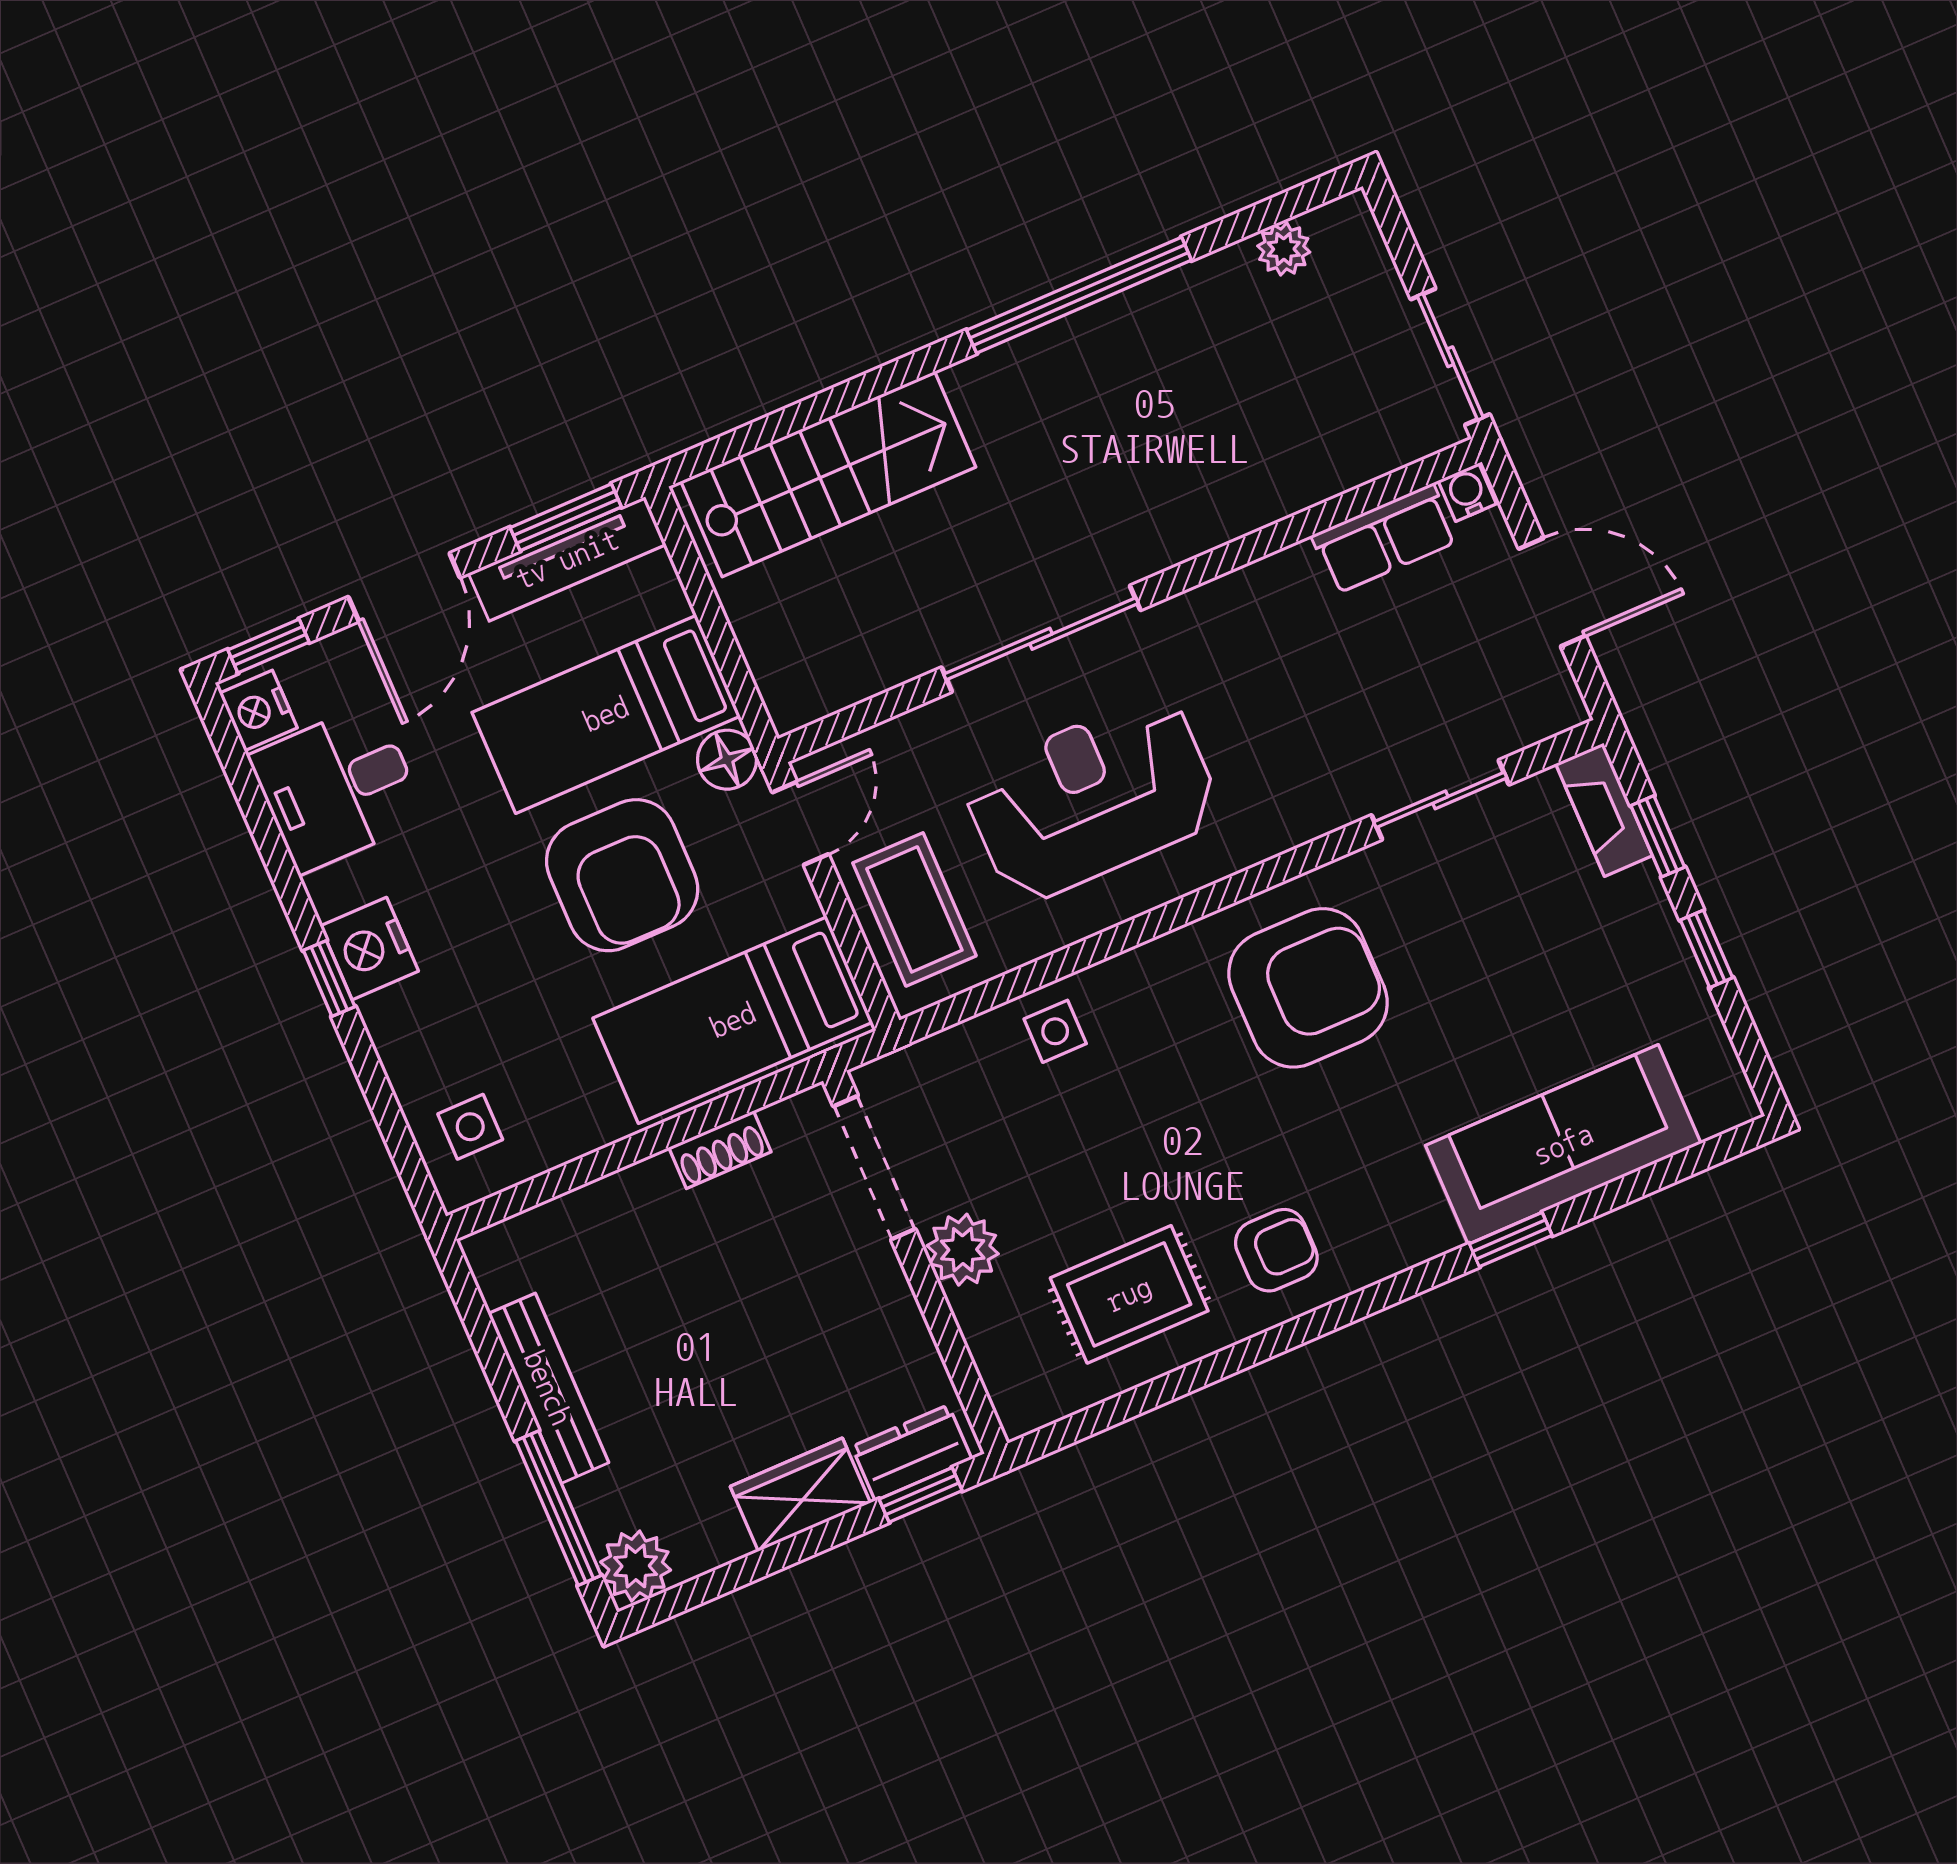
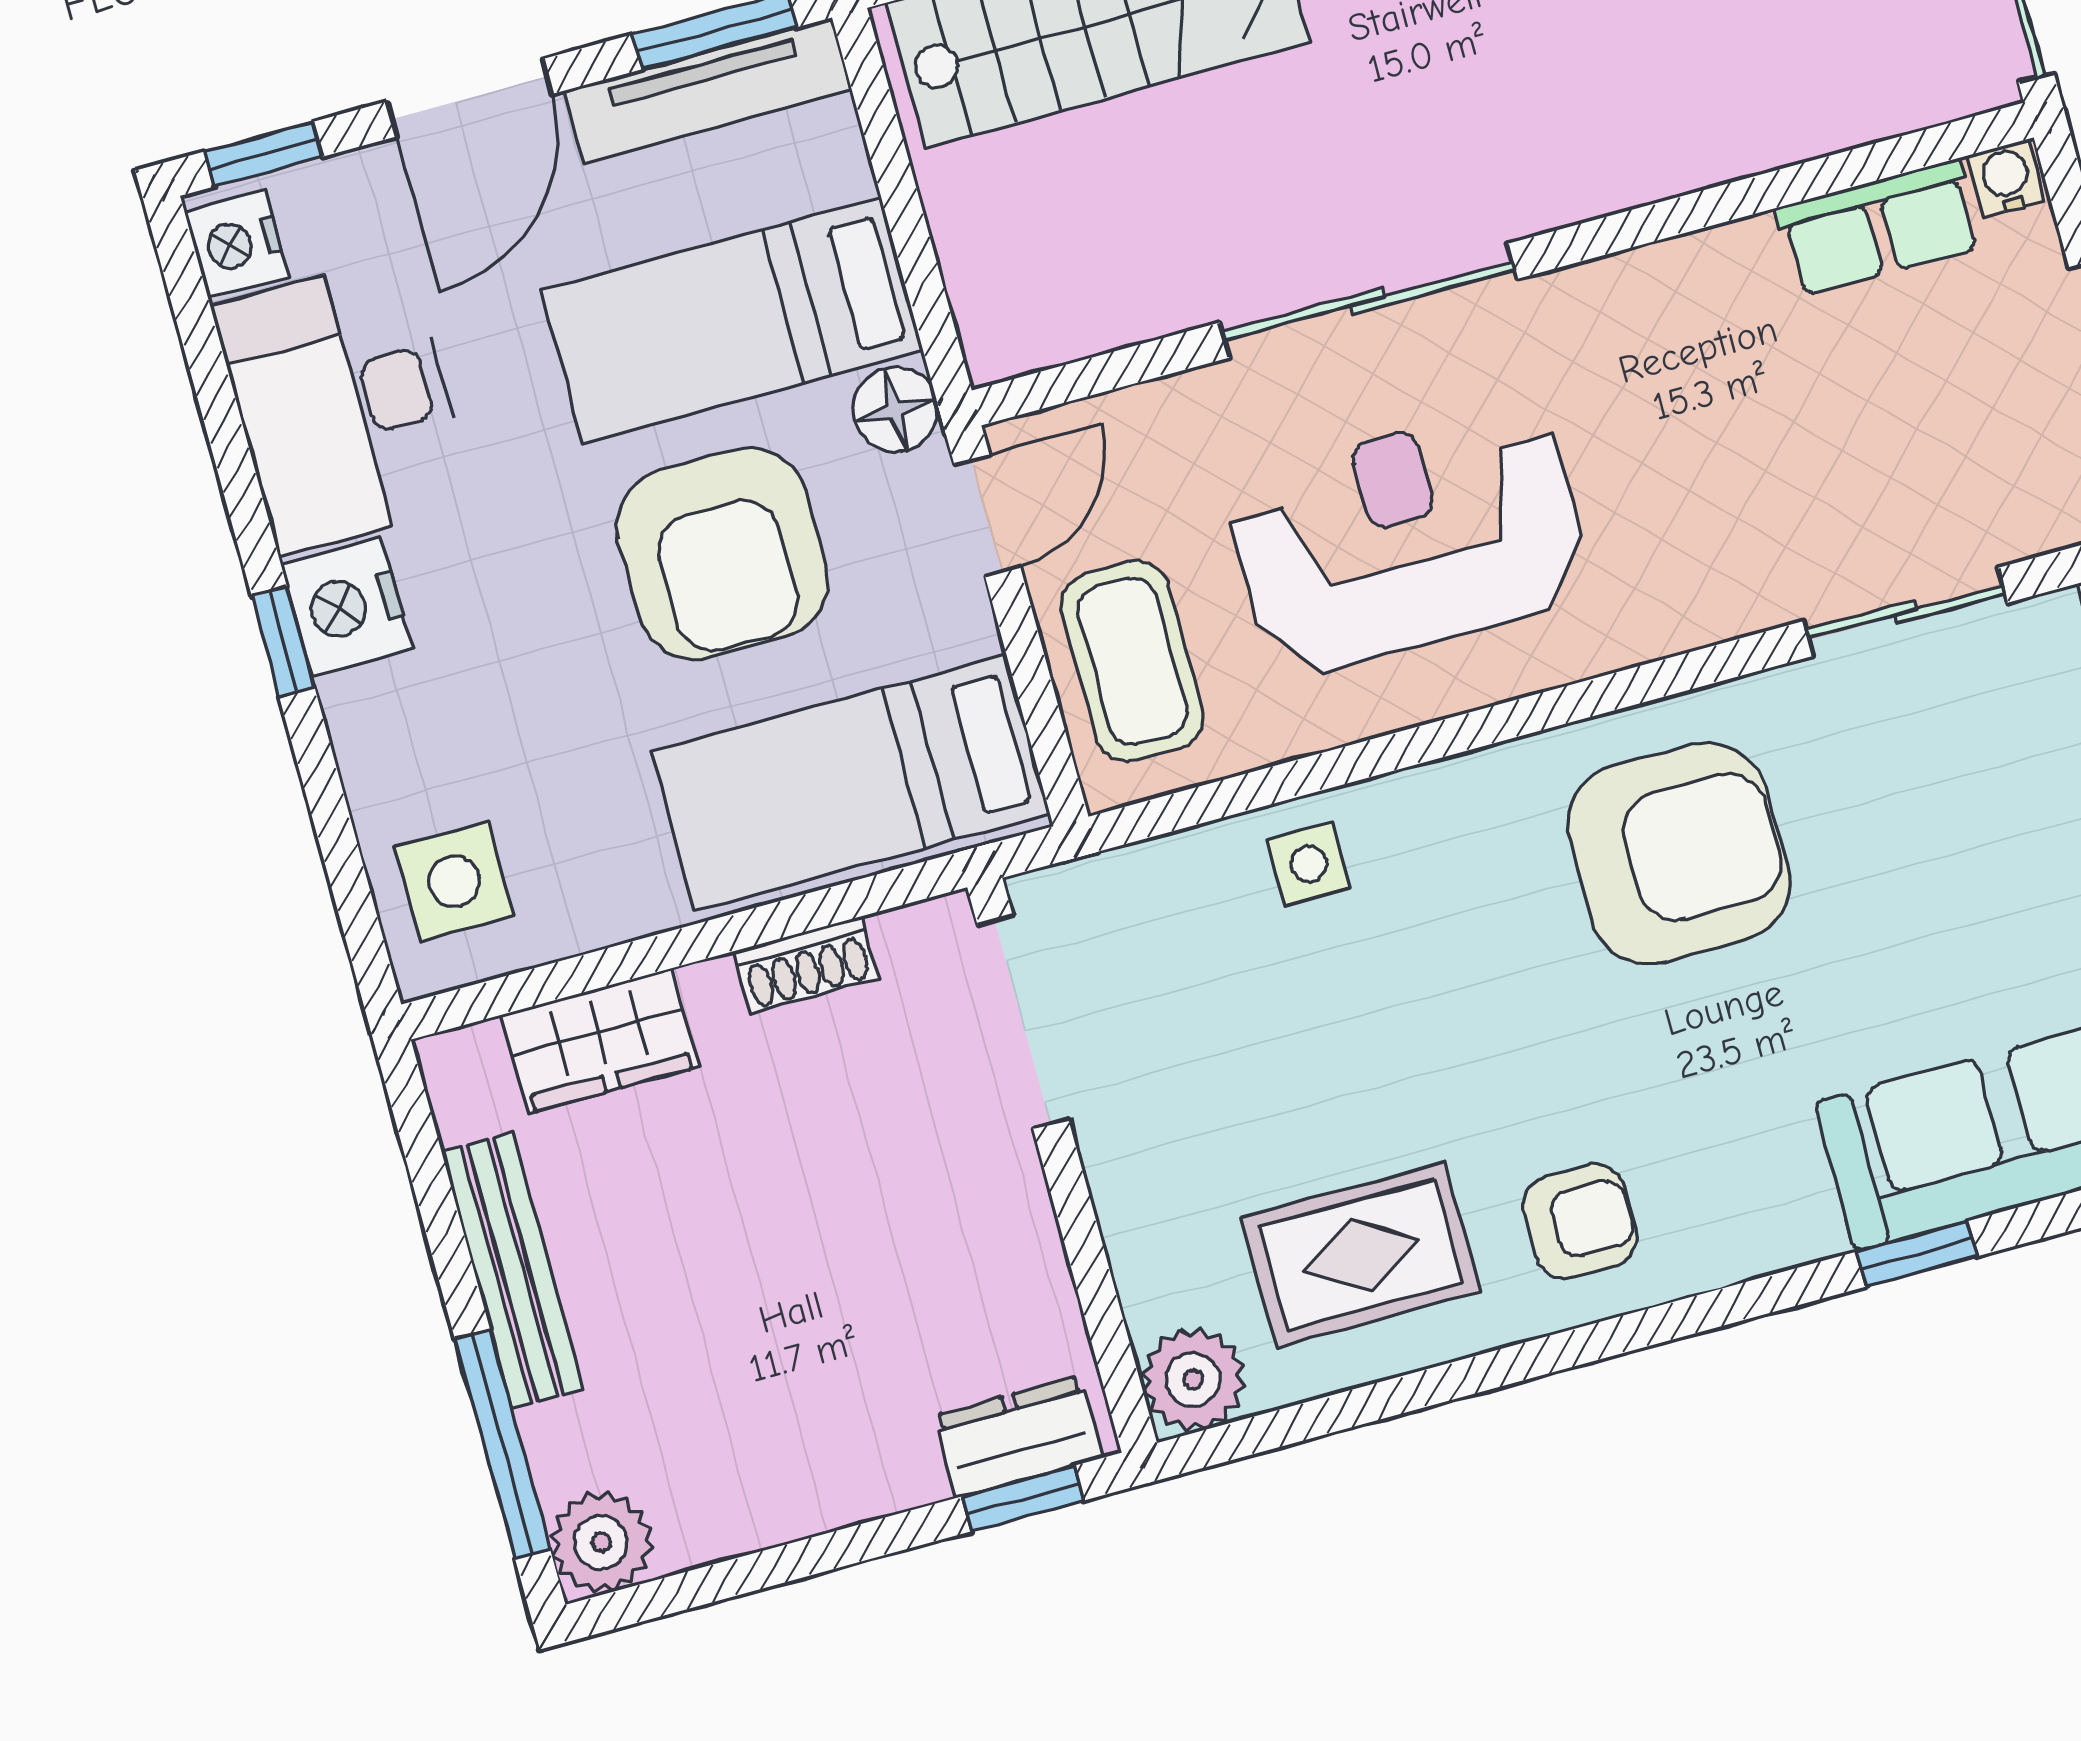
desk: (338, 788) -> (343, 405), width x1.37
side table: (470, 1127) -> (454, 881), width x1.37, depth x1.37
plant: (963, 1250) -> (1193, 1379), moved
wardrobe: (800, 1495) -> (600, 1041), moved, turned 180

